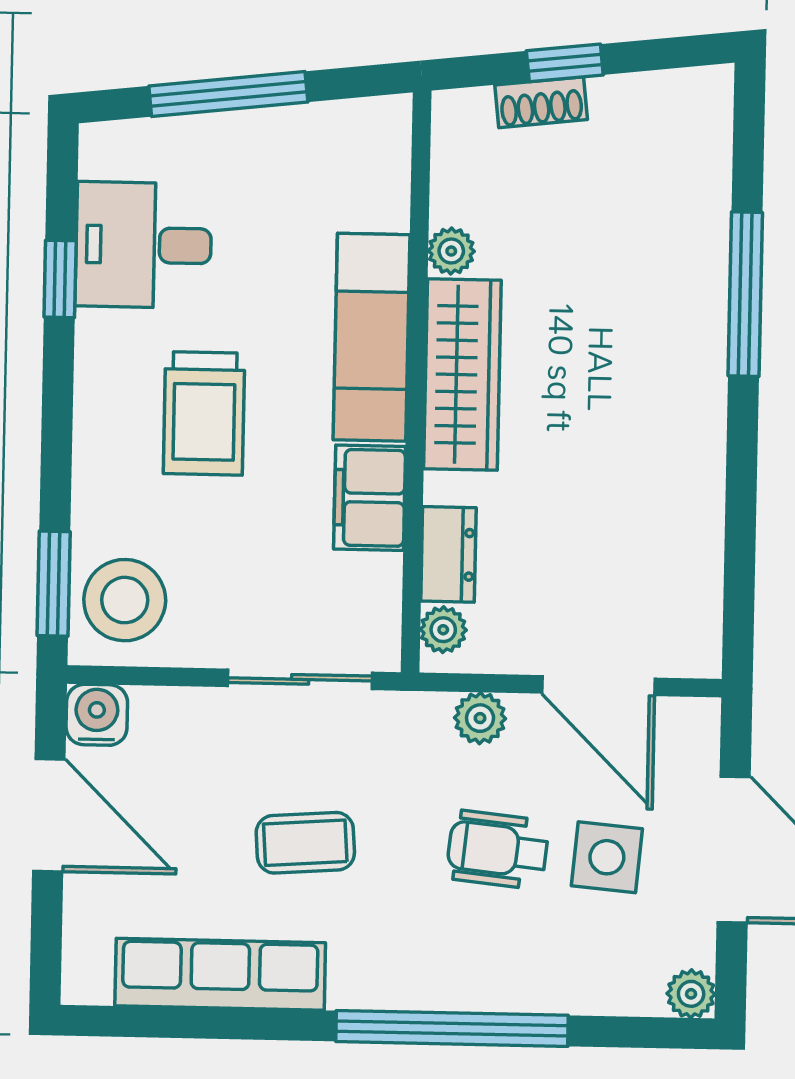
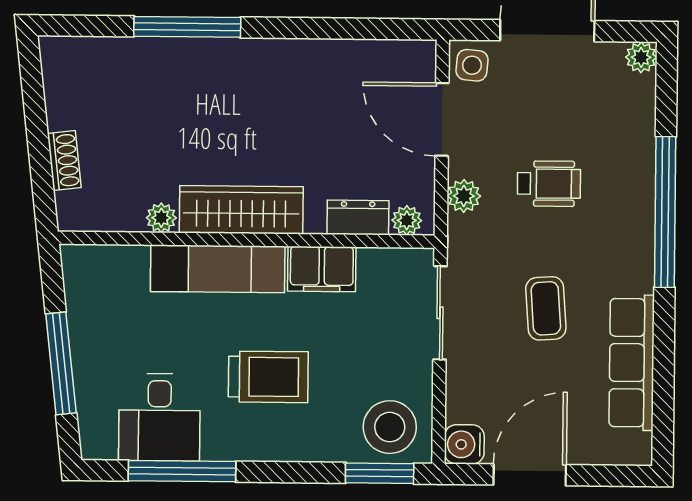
window: (565, 63) -> (39, 145), removed
window: (60, 279) -> (182, 471), width x2.17
door: (598, 686) -> (442, 119), swing flipped
wheelchair: (498, 850) -> (549, 184), turned -96
side table: (607, 857) -> (472, 65), moved, width x0.73, depth x0.73

